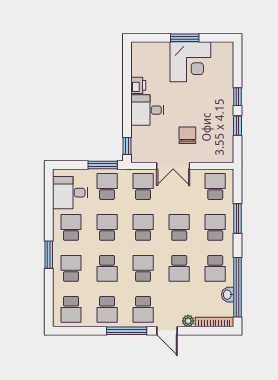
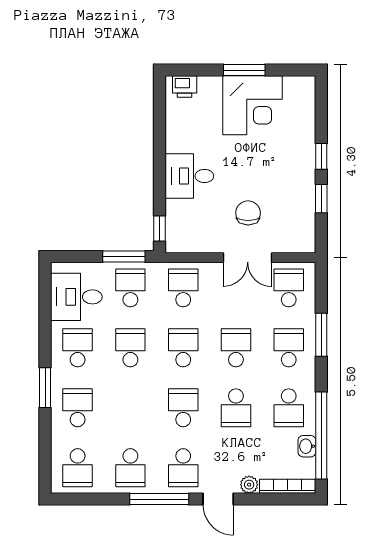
printer: (138, 85) -> (185, 87), moved, turned 90
double door: (173, 166) -> (248, 258), moved
school desk: (107, 268) -> (130, 408), removed

